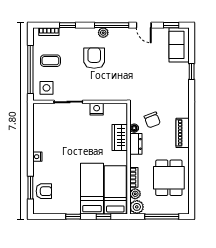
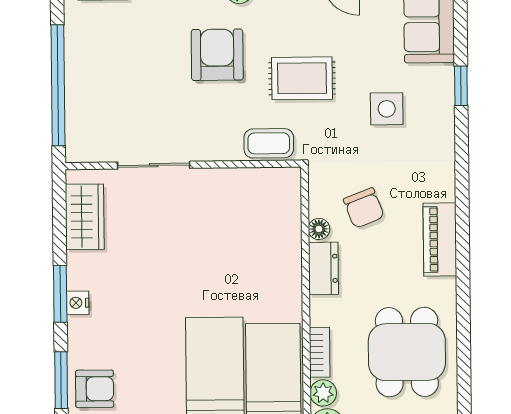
coffee table: (50, 61) -> (269, 143), moved
rug: (128, 68) -> (302, 78), added
side table: (46, 88) -> (387, 109), moved
nightstand: (97, 109) -> (225, 182), removed
wardrobe: (120, 137) -> (85, 217), moved, turned 180
window: (30, 153) -> (60, 294), added

